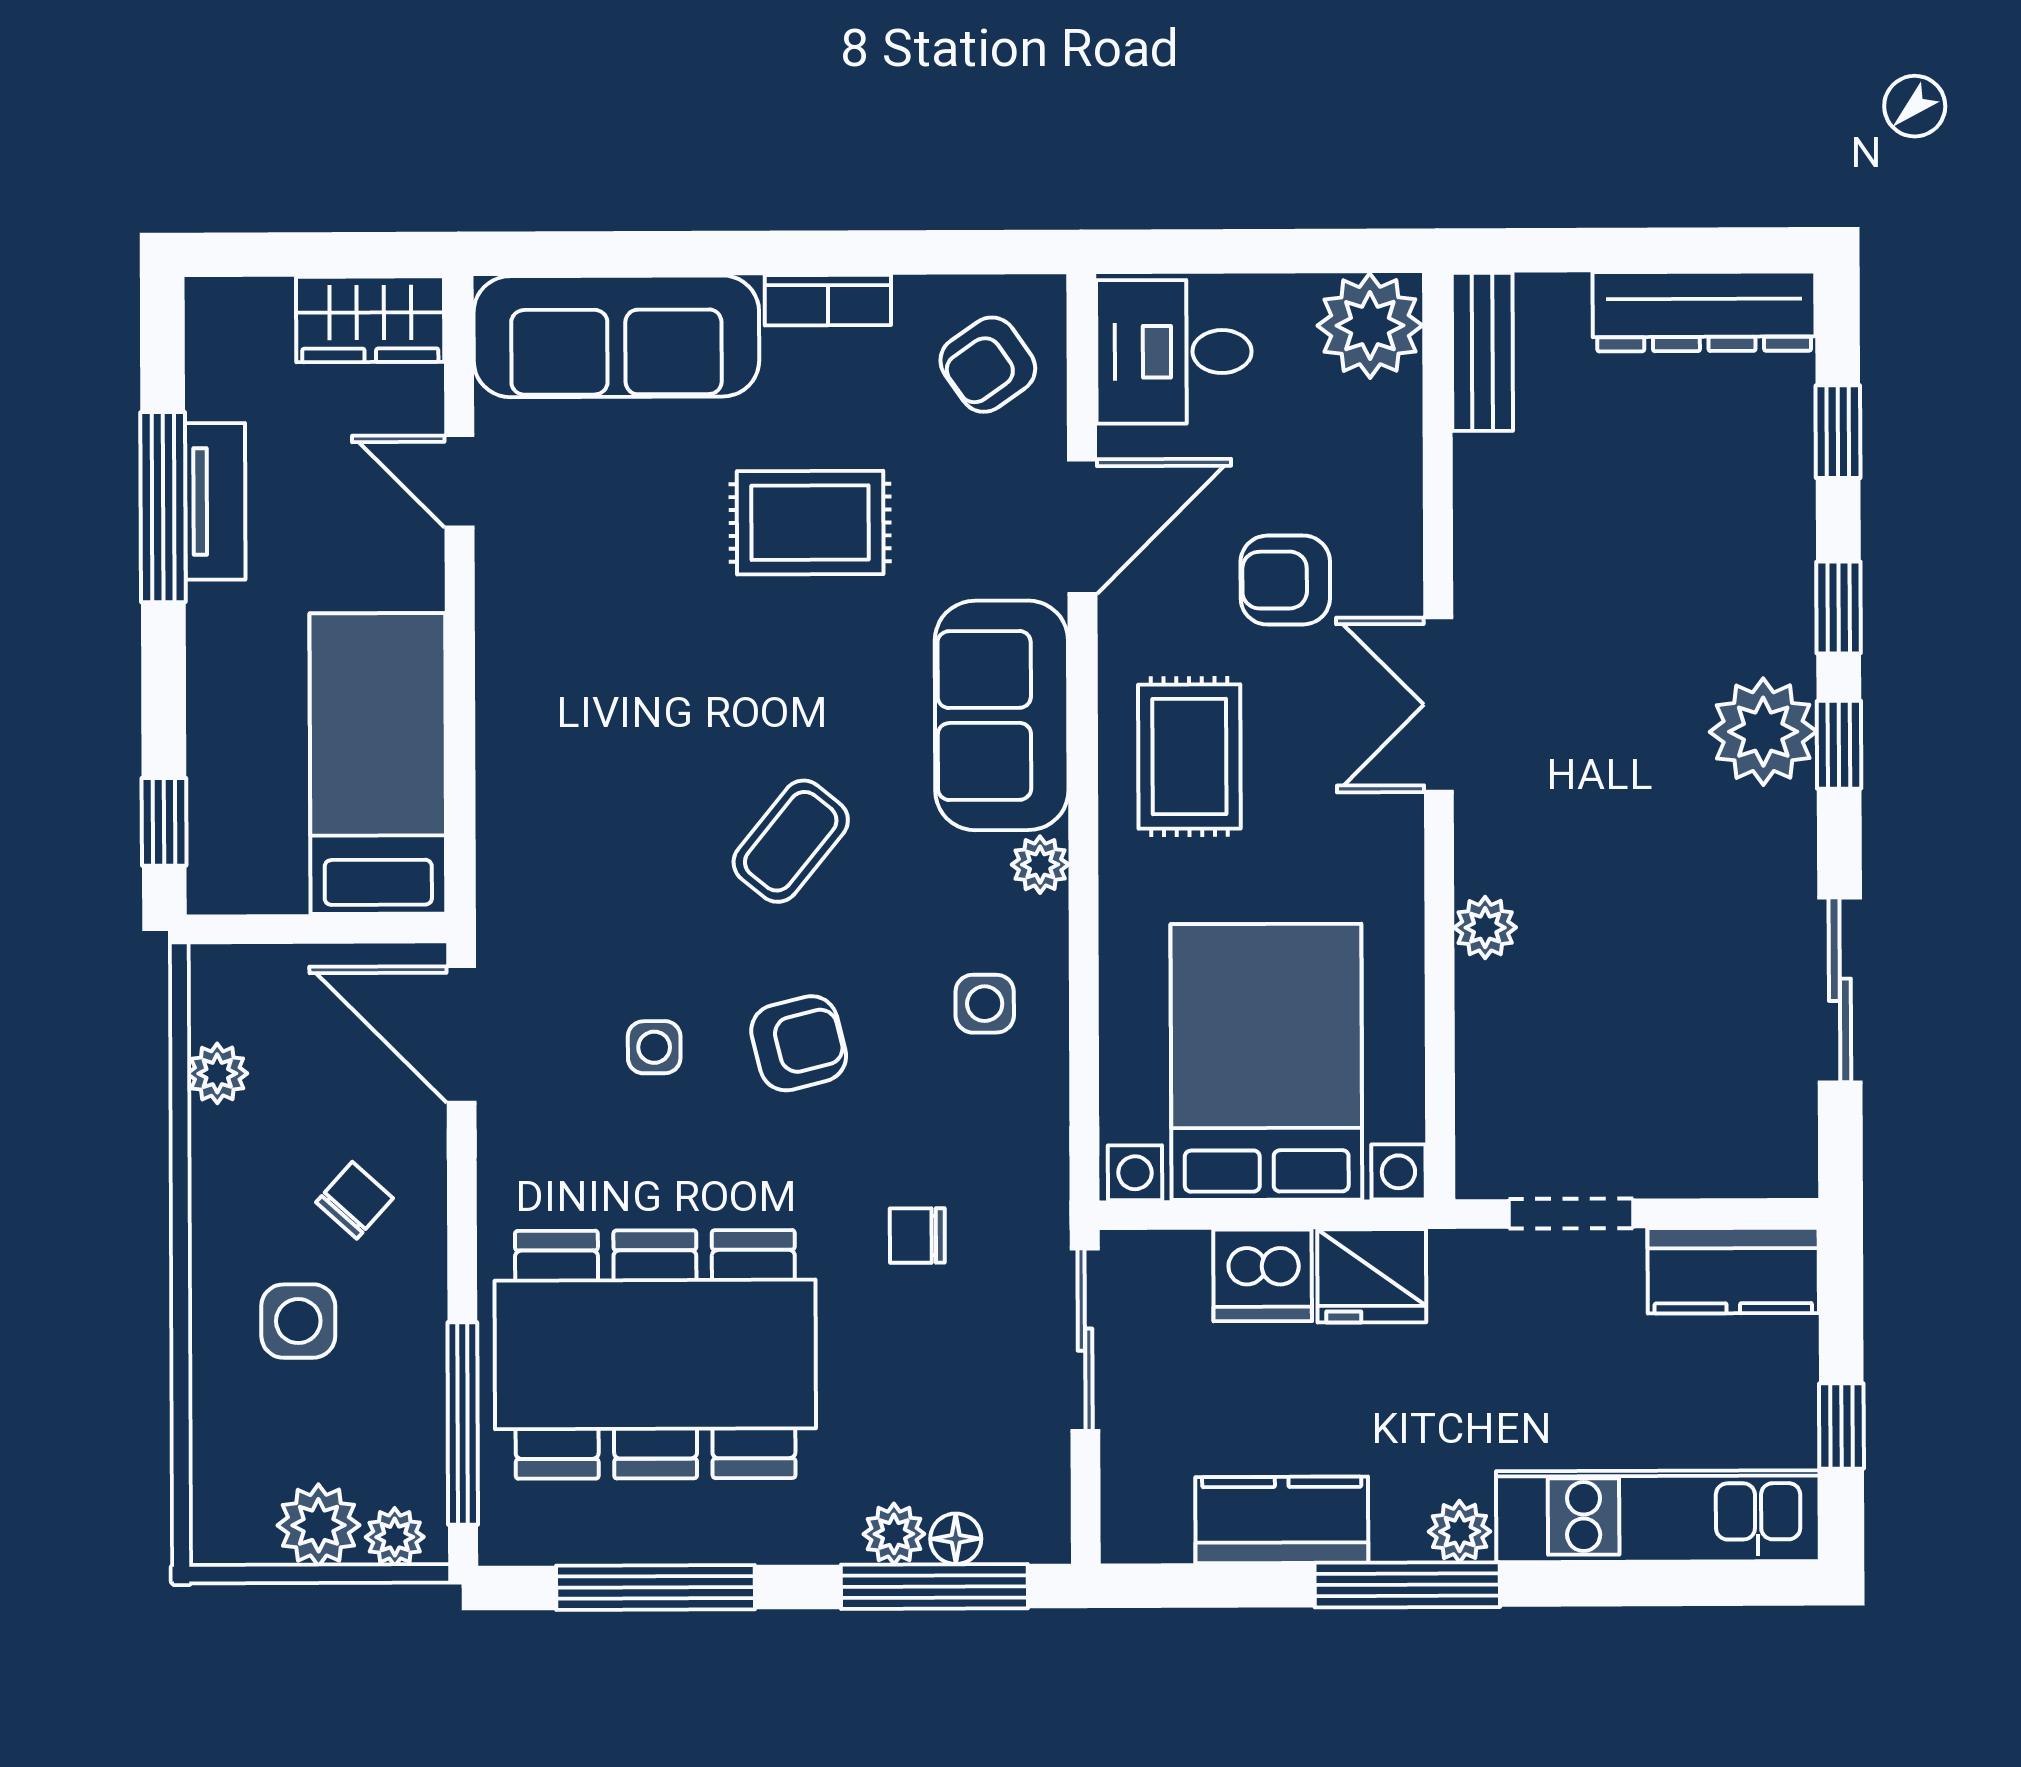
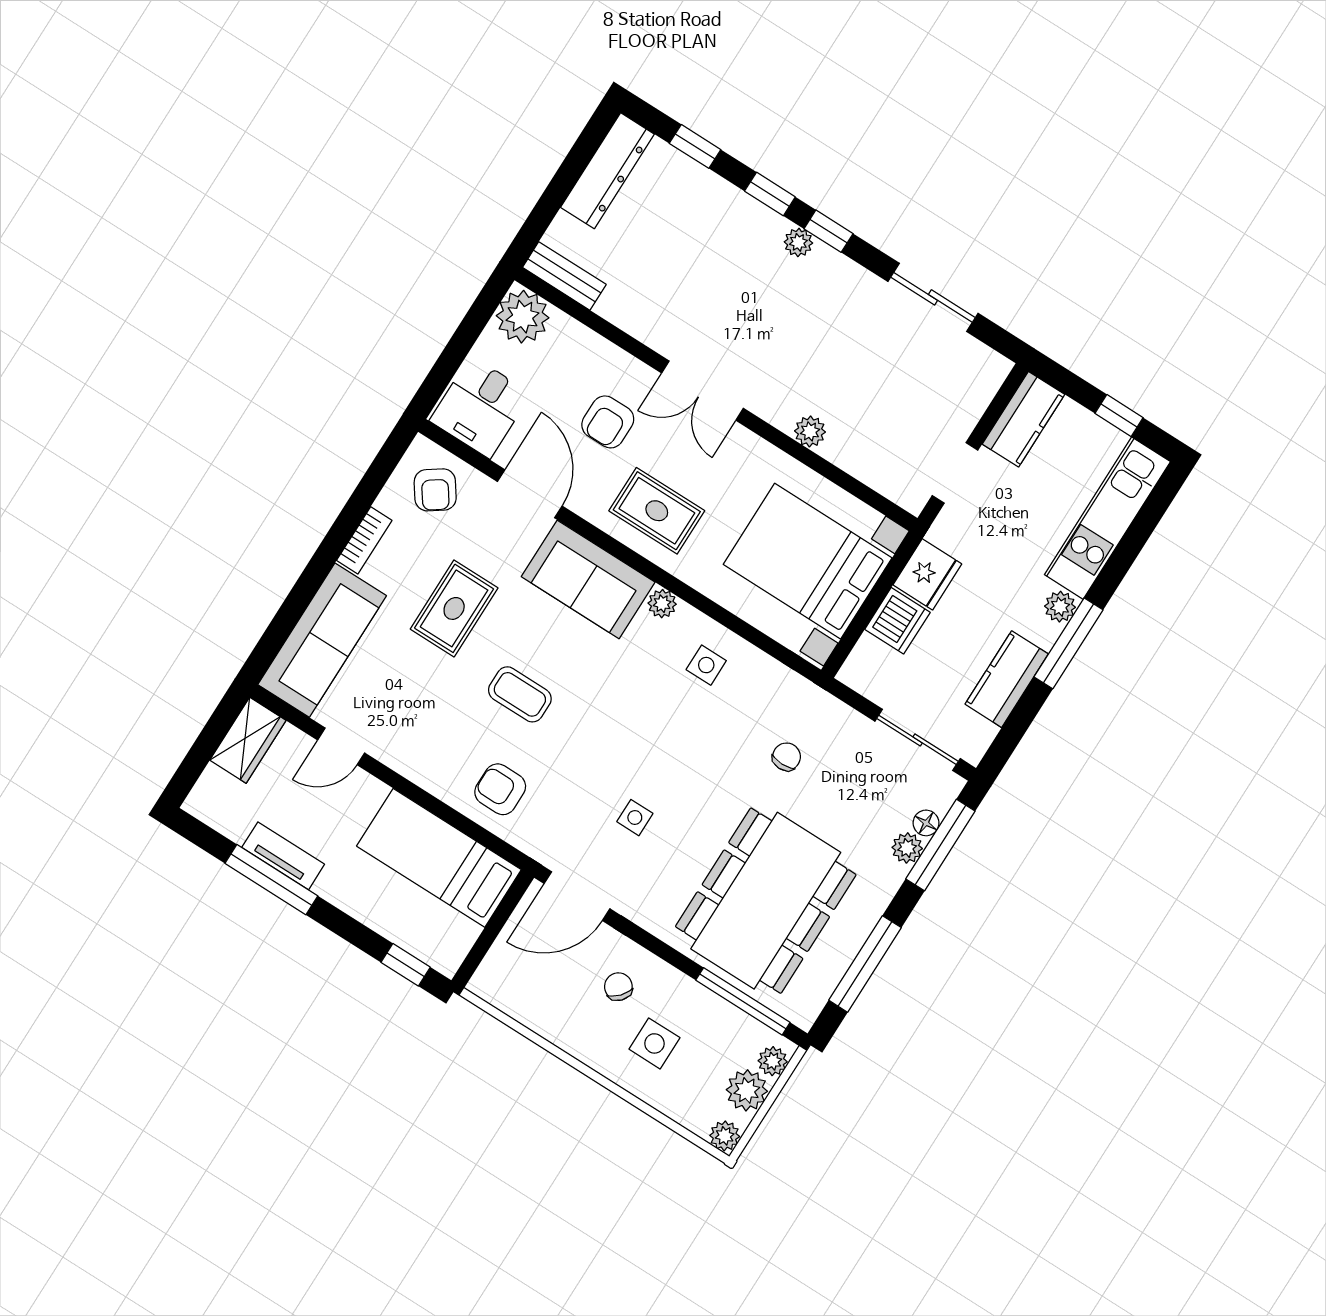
plant: (1763, 732) -> (798, 242), width x0.53, depth x0.53
coffee table: (791, 841) -> (520, 694), moved, turned -39
armchair: (799, 1043) -> (500, 789), moved, turned -76
plant: (217, 1073) -> (725, 1136), moved
chair: (917, 1236) -> (787, 757), turned 180
sliding door: (1085, 1340) -> (918, 740), moved

